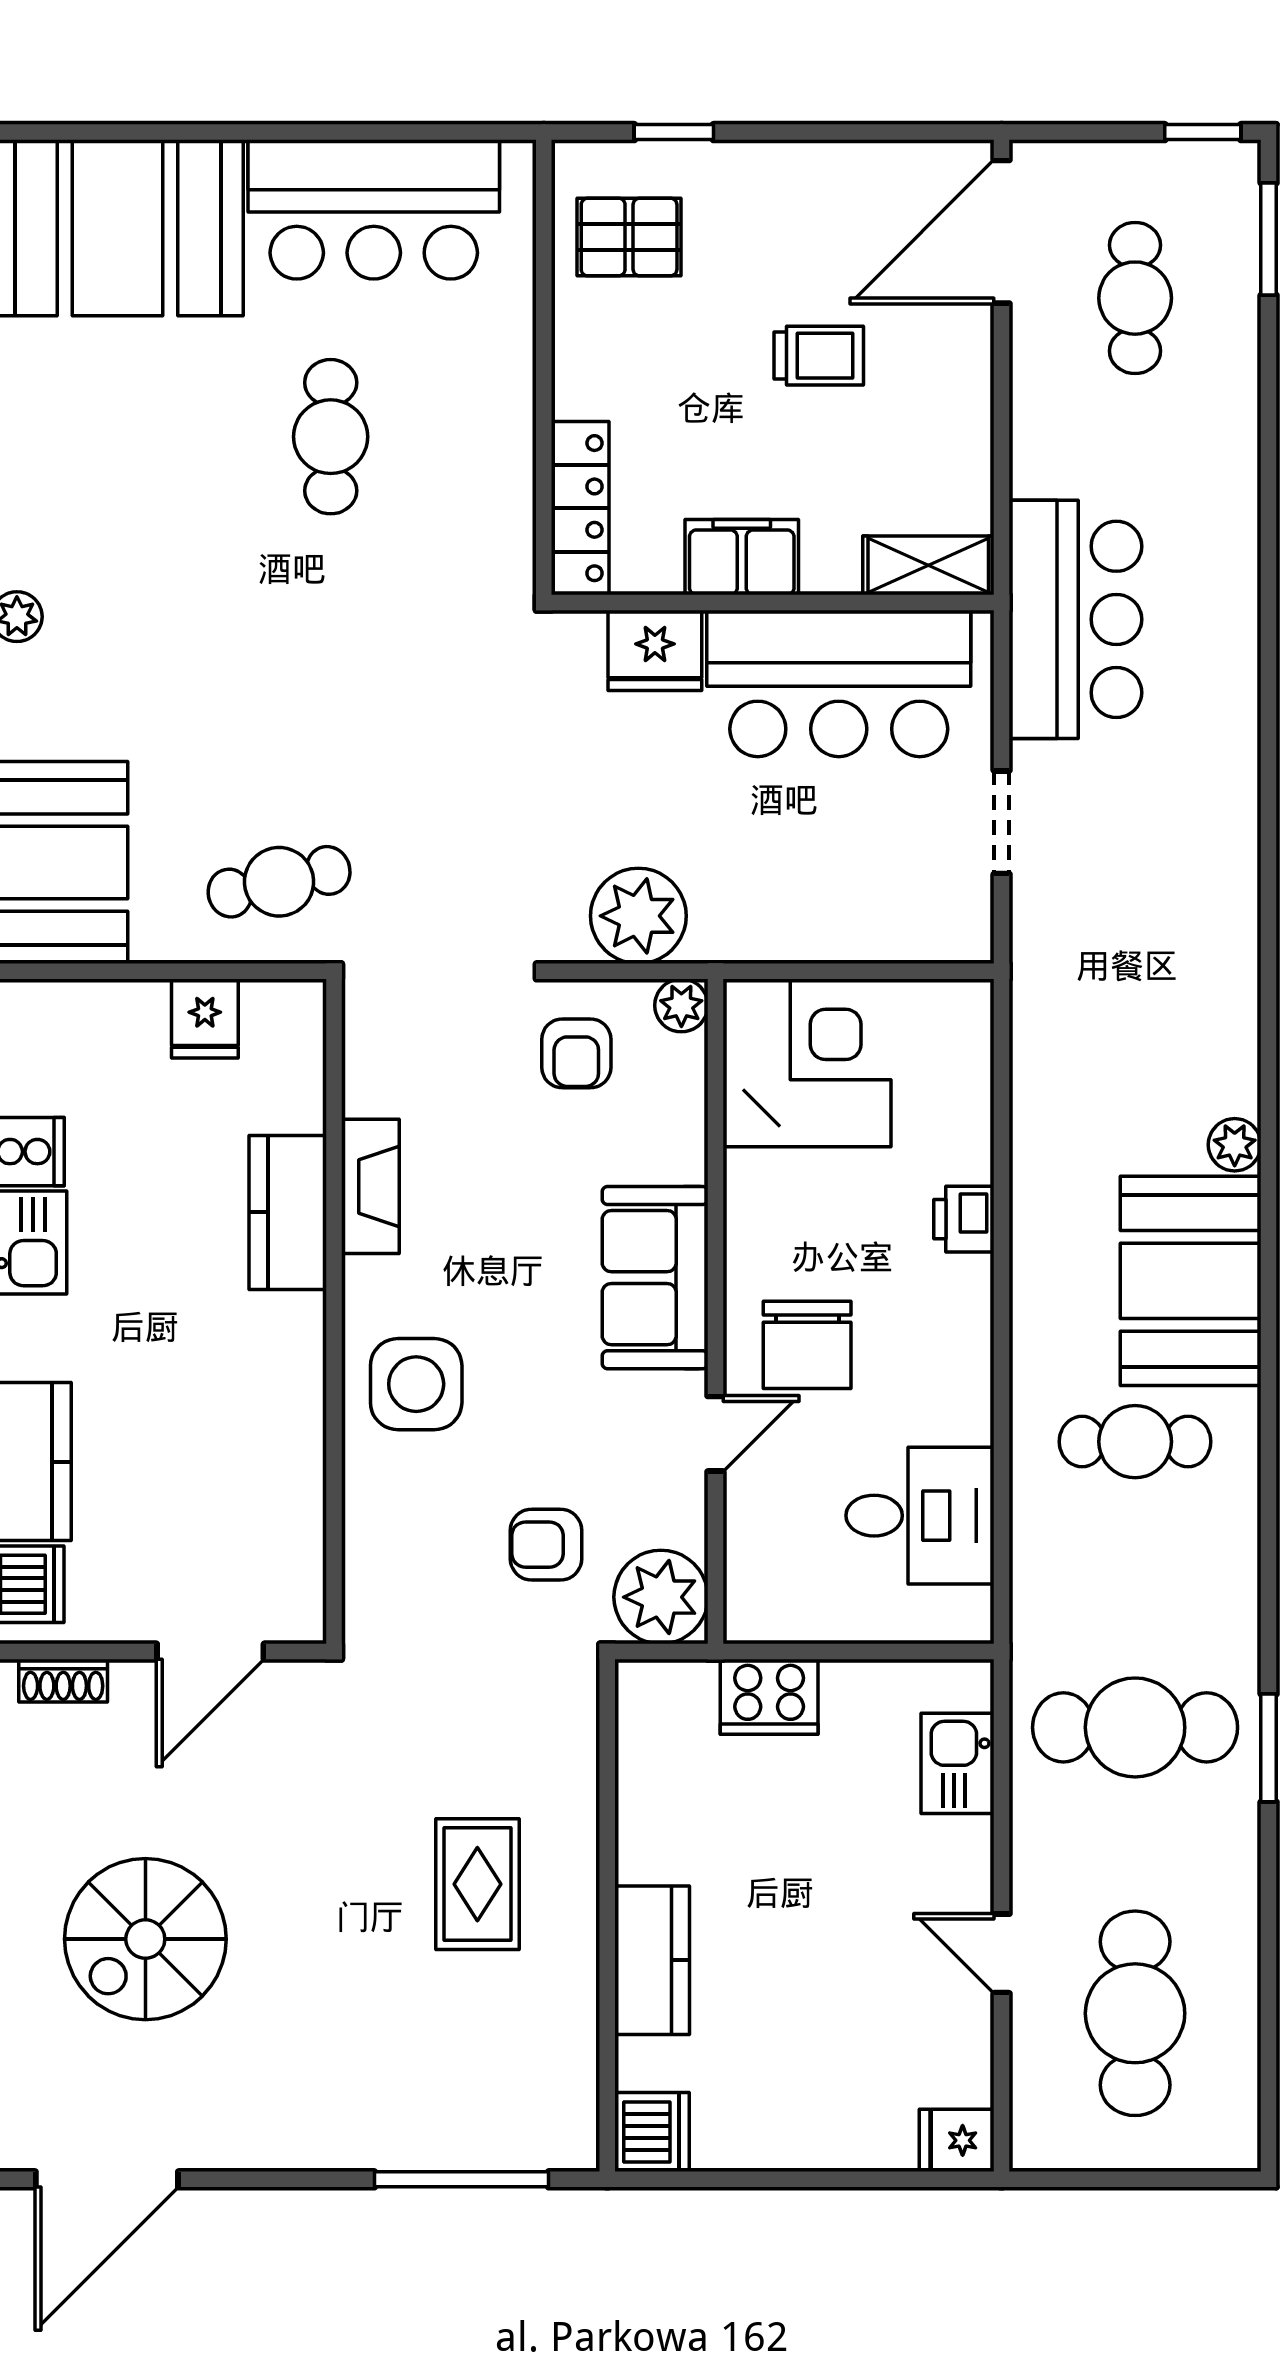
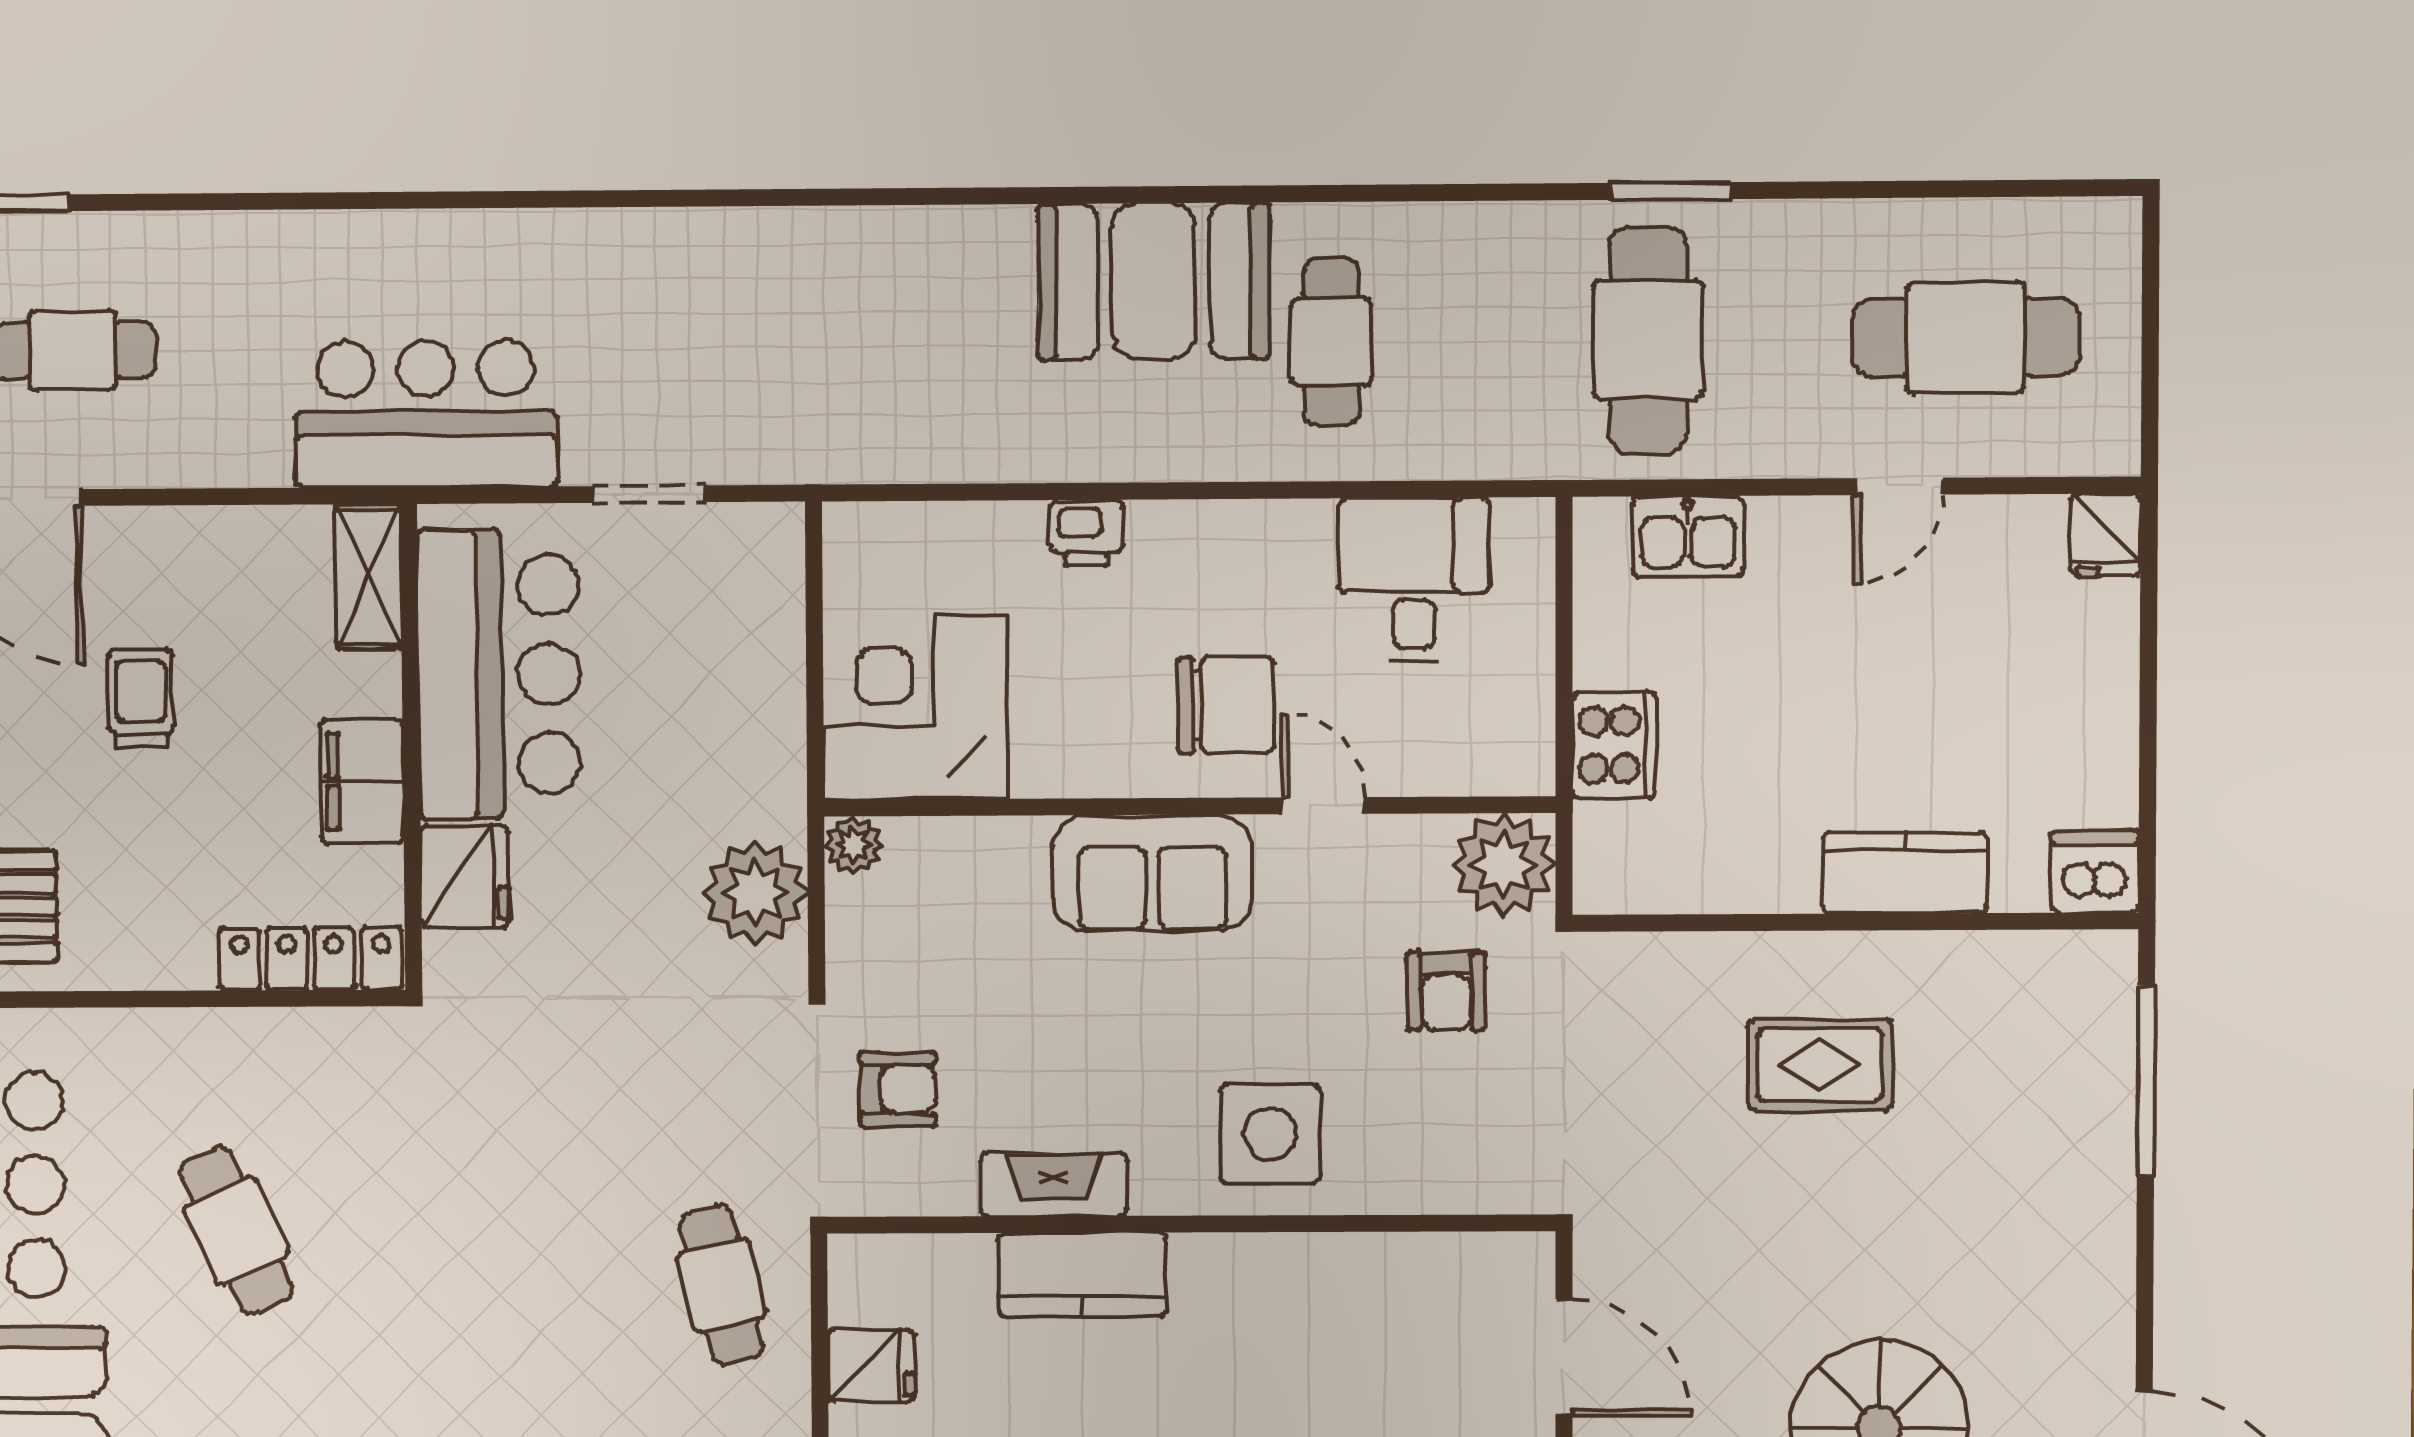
cafe table: (331, 437) -> (236, 1231), turned 66
armchair: (576, 1053) -> (898, 1089), moved
plant: (1235, 1145) -> (1003, 234), removed

